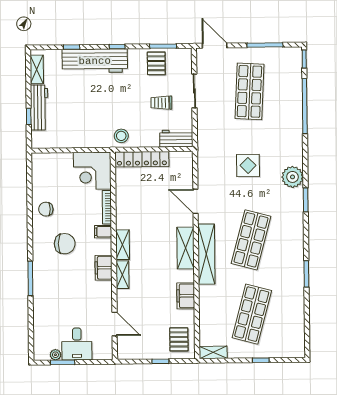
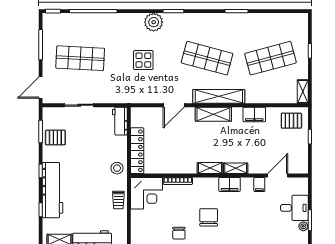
trolley: (161, 103) -> (118, 200), moved
filing cabinet: (103, 232) -> (259, 185), moved
shop shelf: (252, 314) -> (270, 58), turned -30

